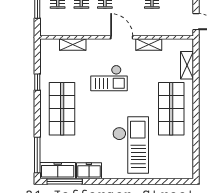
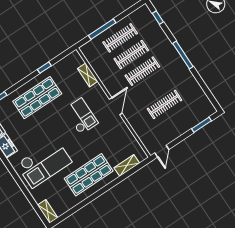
shelving: (149, 45) -> (48, 211), moved
checkout: (109, 78) -> (81, 116), turned 180

